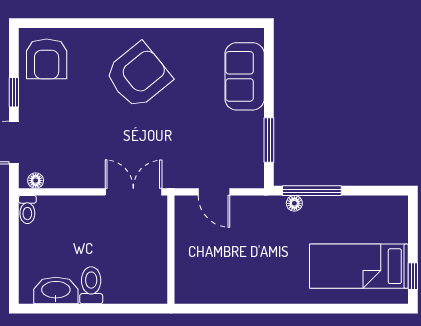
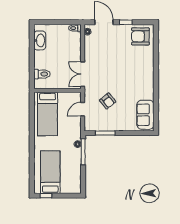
armchair: (138, 76) -> (108, 101), moved, width x0.53, depth x0.53
sofa: (245, 76) -> (145, 115), moved, turned -90
double door: (133, 192) -> (83, 74), swing flipped
bed: (225, 273) -> (47, 114), added
toilet: (91, 285) -> (42, 74), moved

